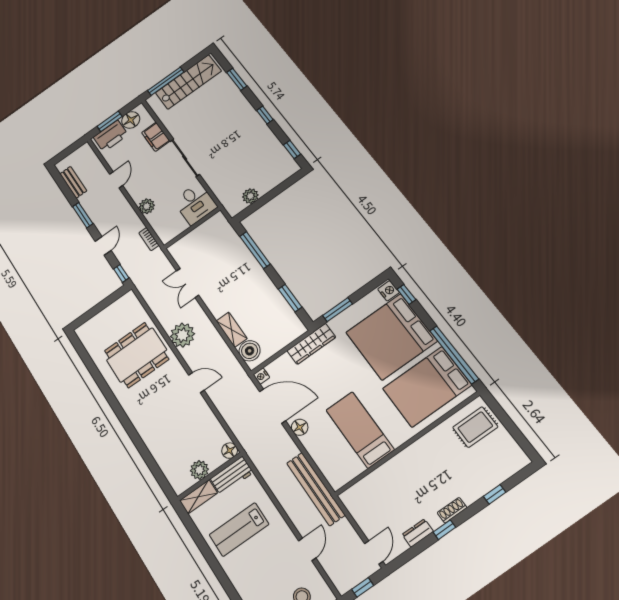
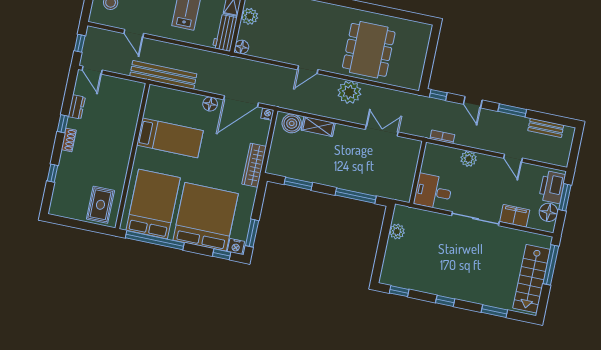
window: (338, 310) -> (252, 233), moved

